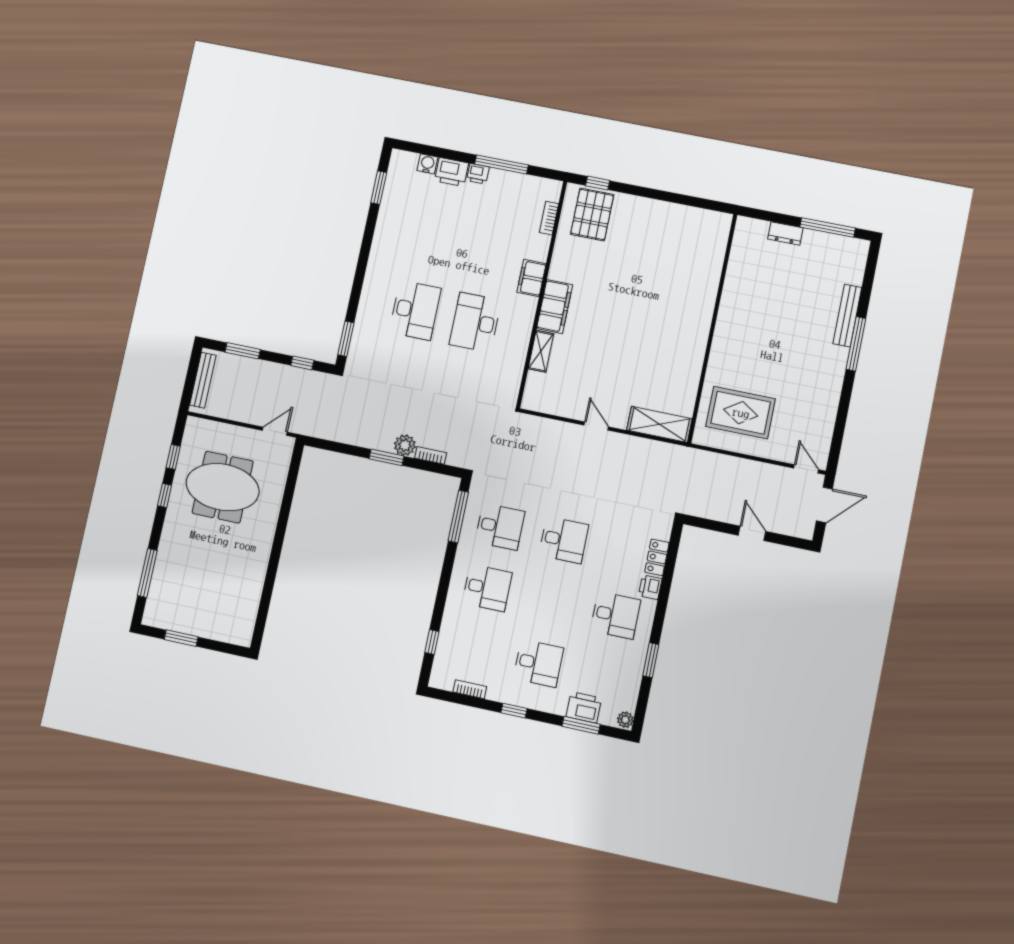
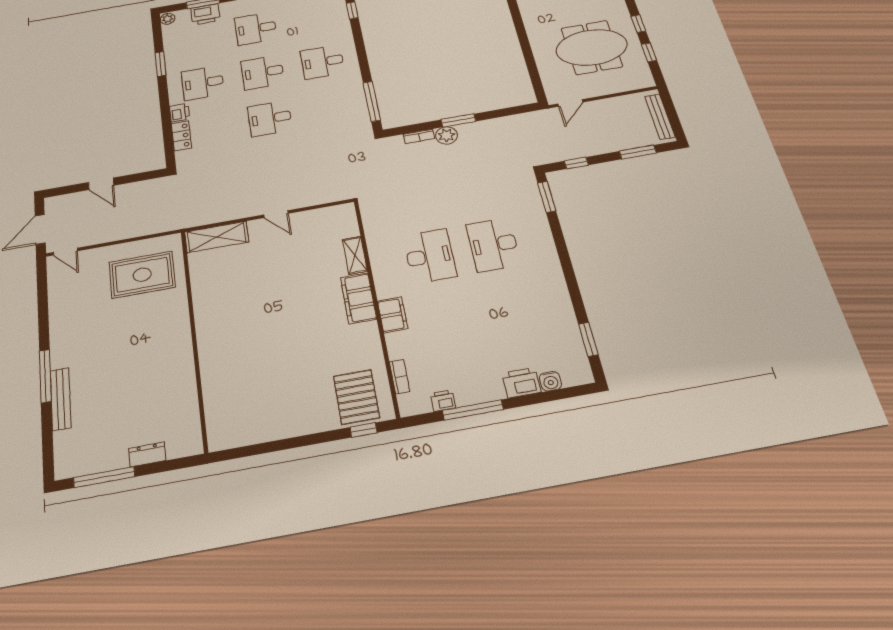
printer: (478, 174) -> (443, 401), moved
desk: (500, 527) -> (263, 72), moved

